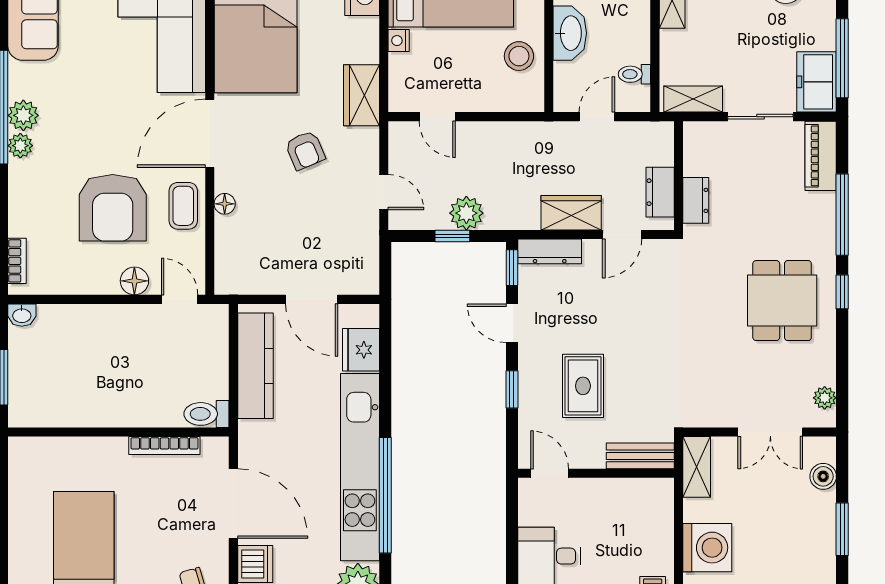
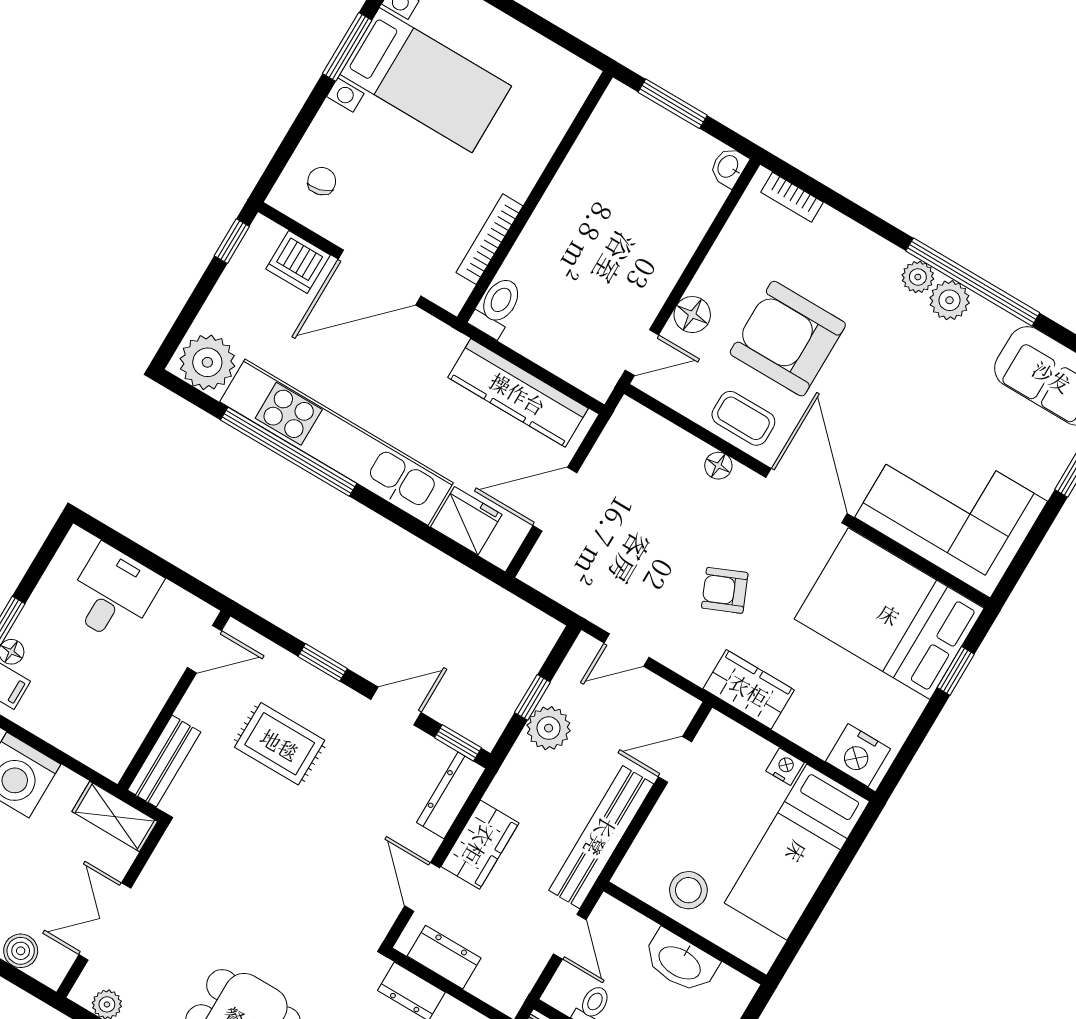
bench: (518, 135) -> (601, 837), added

